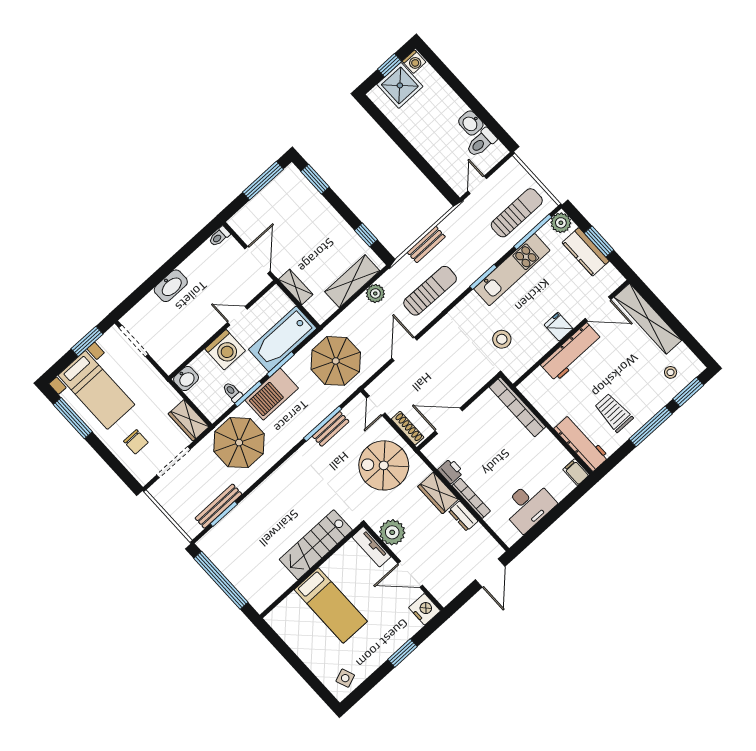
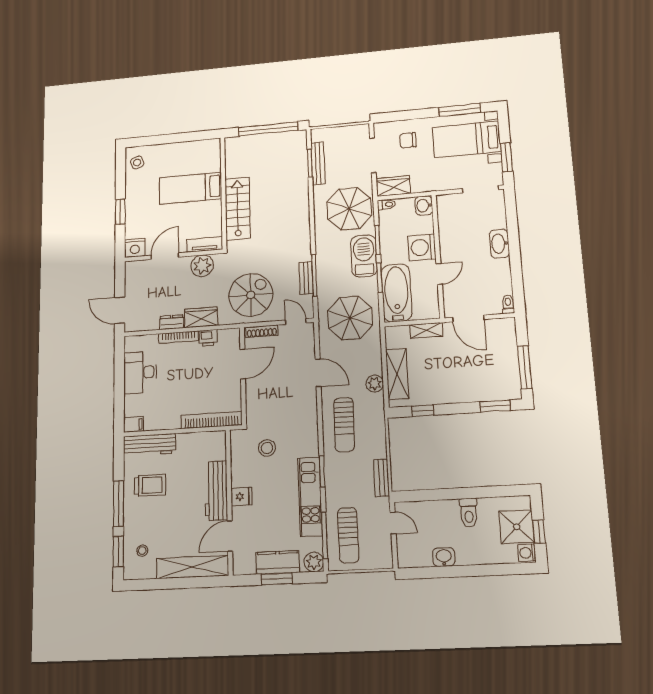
toilet: (481, 143) -> (469, 513), moved, turned 180
bench: (426, 244) -> (381, 478), moved
toilet: (232, 392) -> (386, 205), moved

